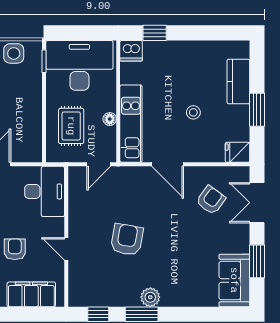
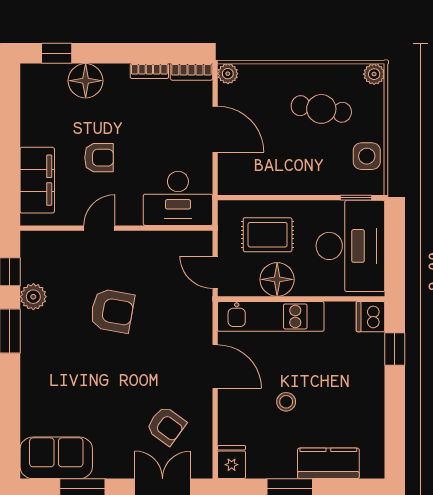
floor lamp: (110, 119) -> (277, 279), width x1.89, depth x1.89
door: (168, 164) -> (215, 367), swing flipped
plant: (150, 297) -> (33, 297), moved

